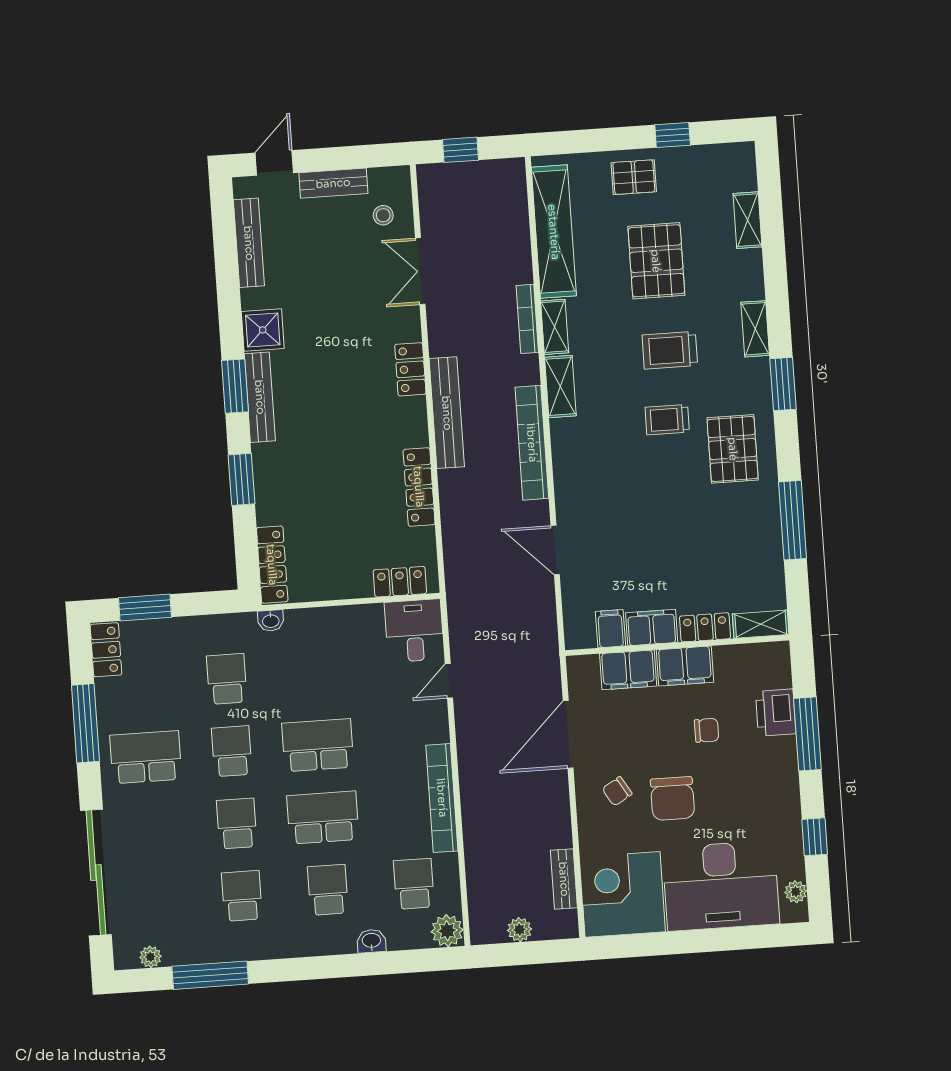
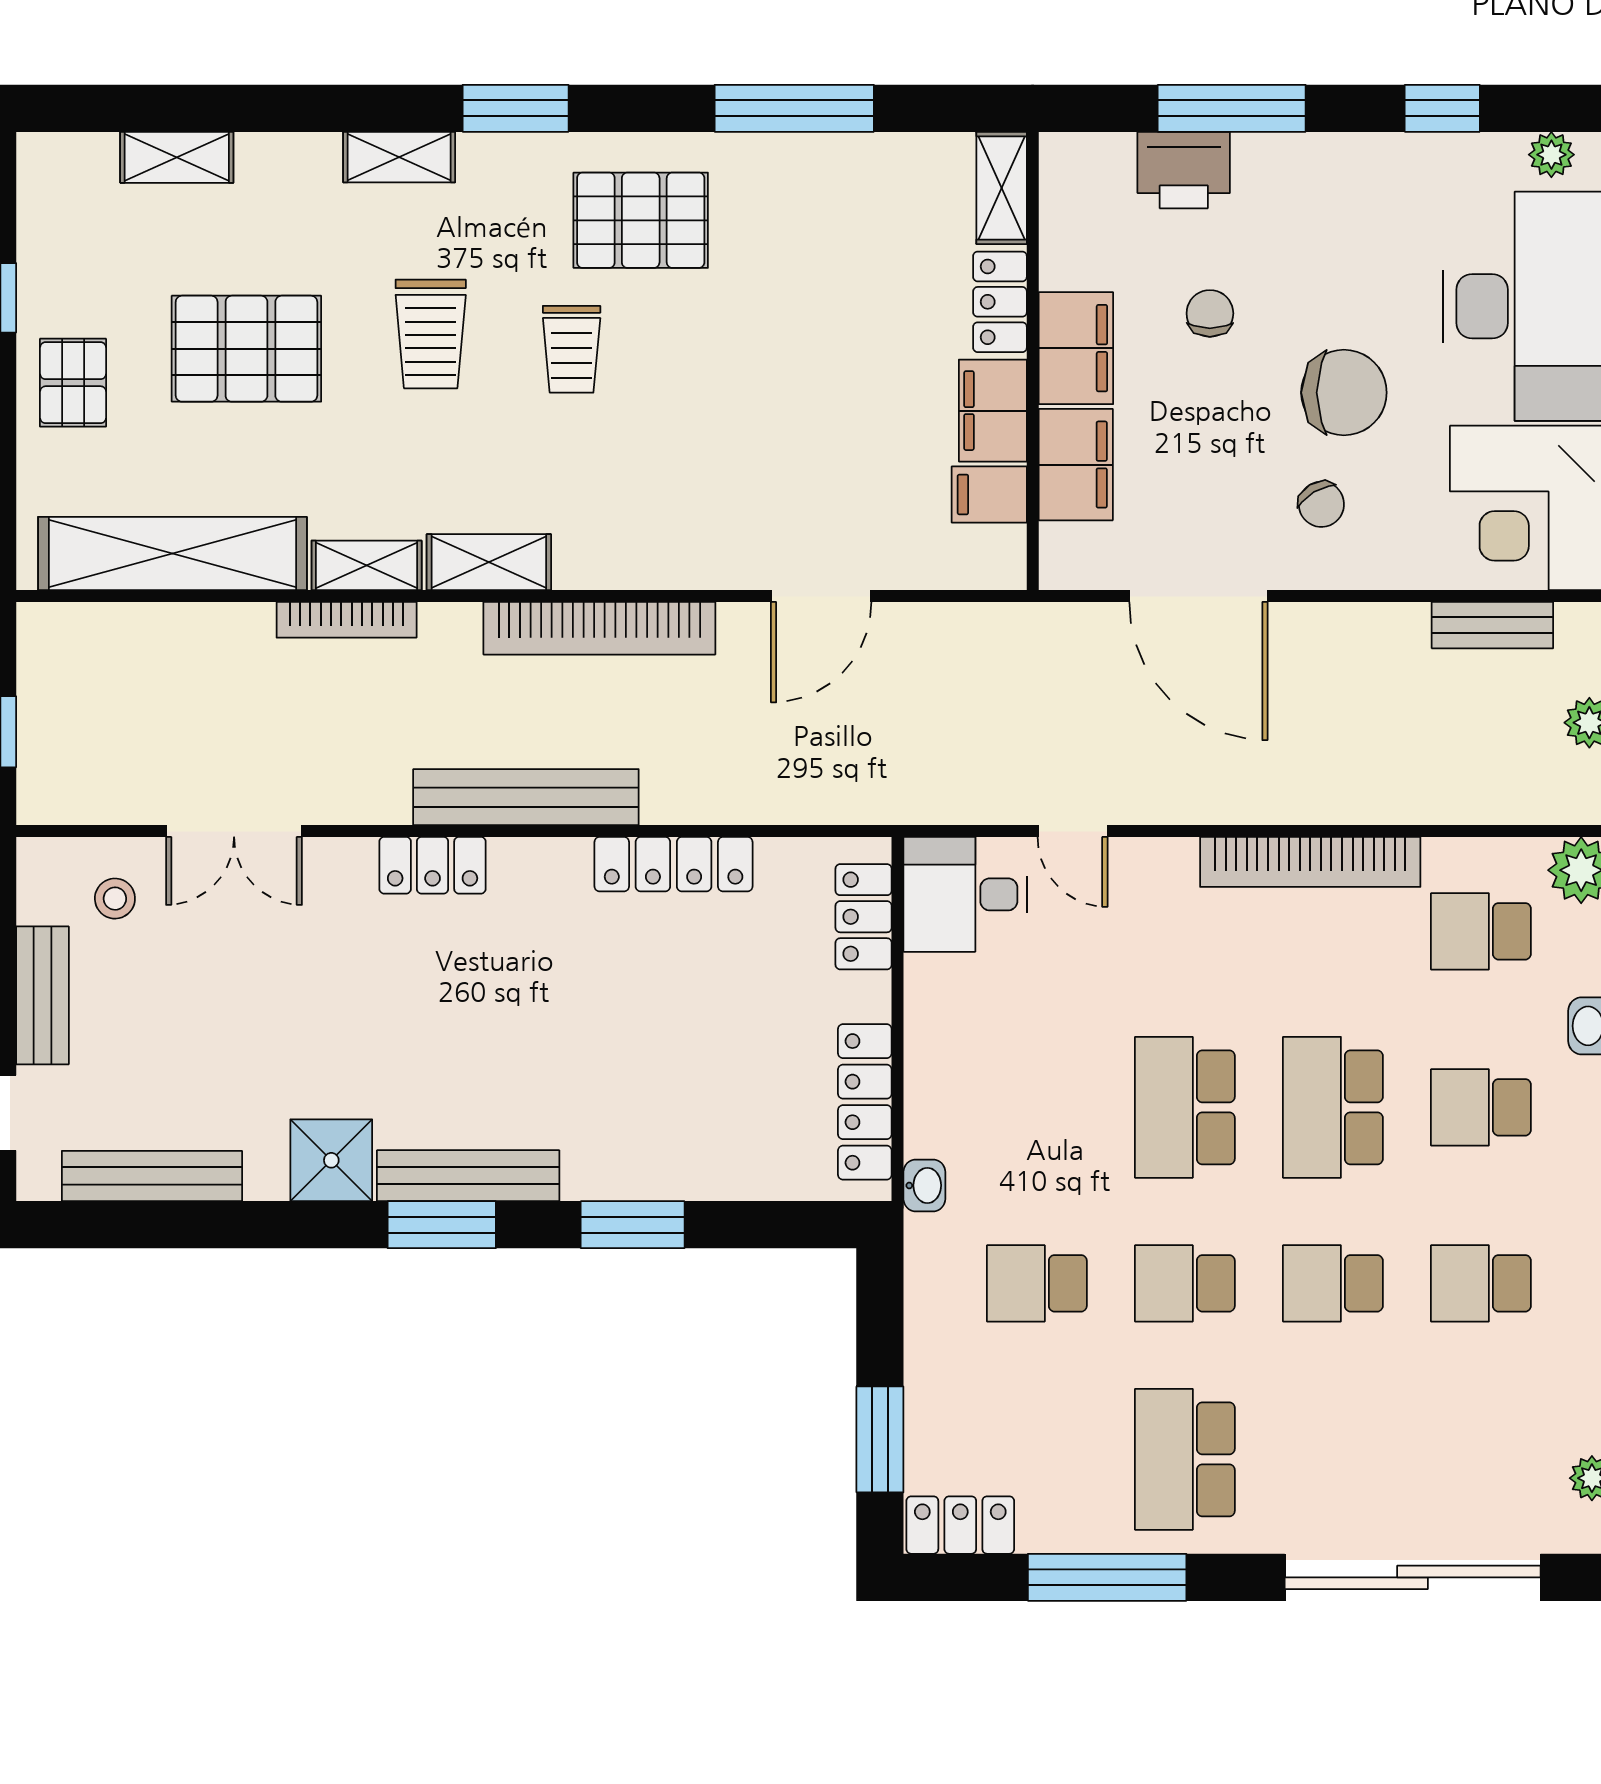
locker: (272, 565) -> (865, 1102), moved, turned -90

